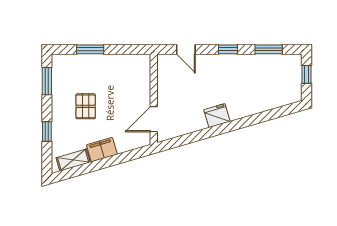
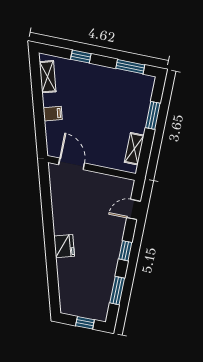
shelving: (127, 61) -> (134, 149), added
pallet: (86, 106) -> (98, 100), removed
fridge: (217, 116) -> (64, 246), moved
filing cabinet: (102, 150) -> (53, 114), width x0.50

